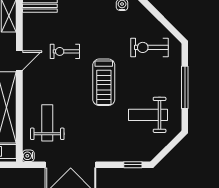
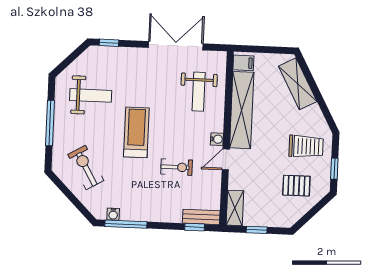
exercise bike: (149, 47) -> (86, 167), turned -120
water cooler: (28, 156) -> (217, 139), moved

